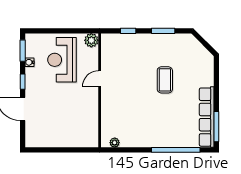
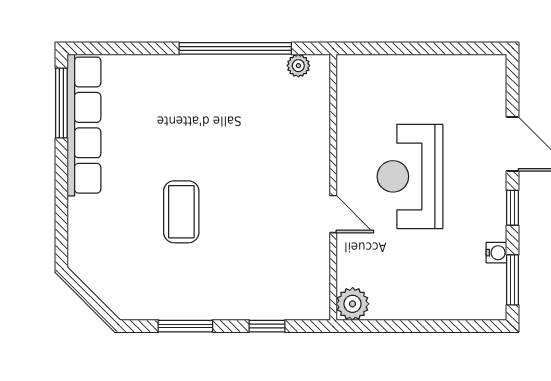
reception desk: (62, 60) -> (410, 176), moved, turned 180
door: (100, 79) -> (333, 214), hinge flipped
window: (176, 150) -> (235, 48), moved

